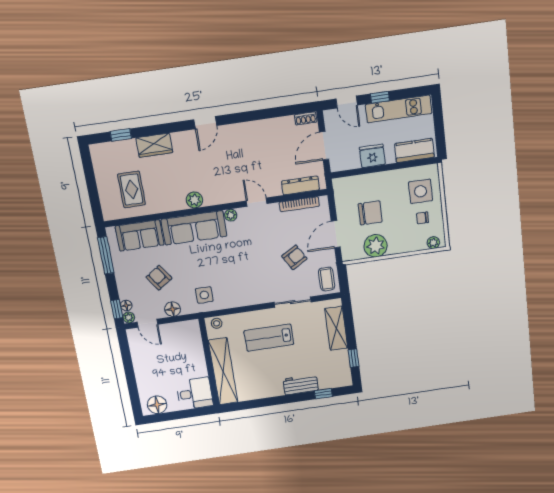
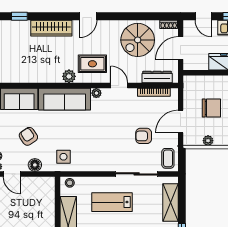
spiral stairs: (270, 143) -> (138, 40), added
wardrobe: (154, 145) -> (51, 28), width x1.50
rug: (132, 189) -> (92, 64), moved, turned 90
plant: (376, 246) -> (208, 141), width x0.53, depth x0.53
armchair: (294, 257) -> (144, 136), turned -150
sliding door: (293, 302) -> (137, 174), width x1.37

